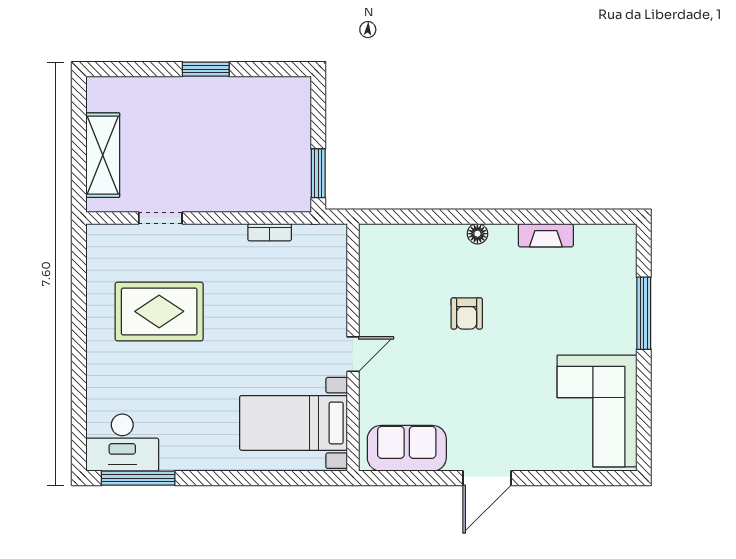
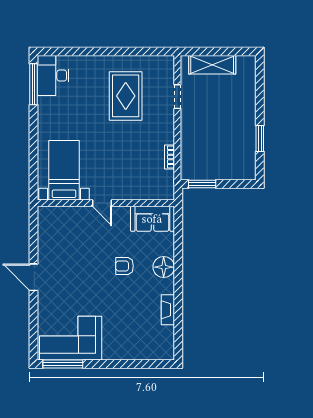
window: (206, 69) -> (260, 139), moved
floor lamp: (477, 234) -> (164, 267), width x1.89, depth x1.89
window: (644, 313) -> (63, 364), moved
sofa: (407, 448) -> (152, 219), moved, turned 90

